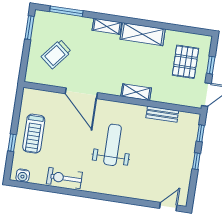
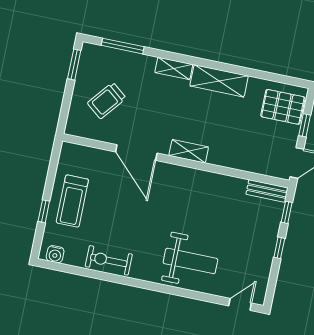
pallet: (185, 62) -> (283, 107), moved, turned 90
shelving: (136, 92) -> (189, 151), moved
bench: (162, 114) -> (267, 191), moved
weight bench: (113, 145) -> (190, 261), moved, turned 90

